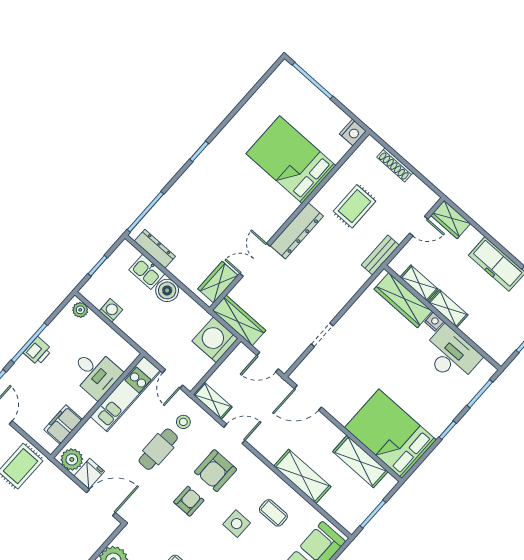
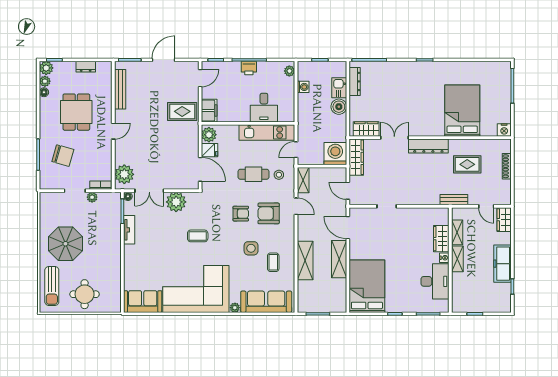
wardrobe: (403, 300) -> (441, 239), width x0.67
filing cabinet: (63, 425) -> (209, 111), moved, turned 90
shelving: (360, 462) -> (339, 259), moved

